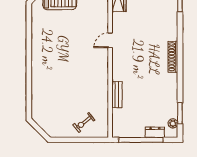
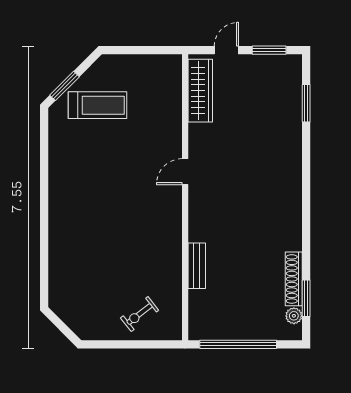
shoe rack: (173, 57) -> (294, 279), moved
dresser: (155, 132) -> (263, 331), removed

